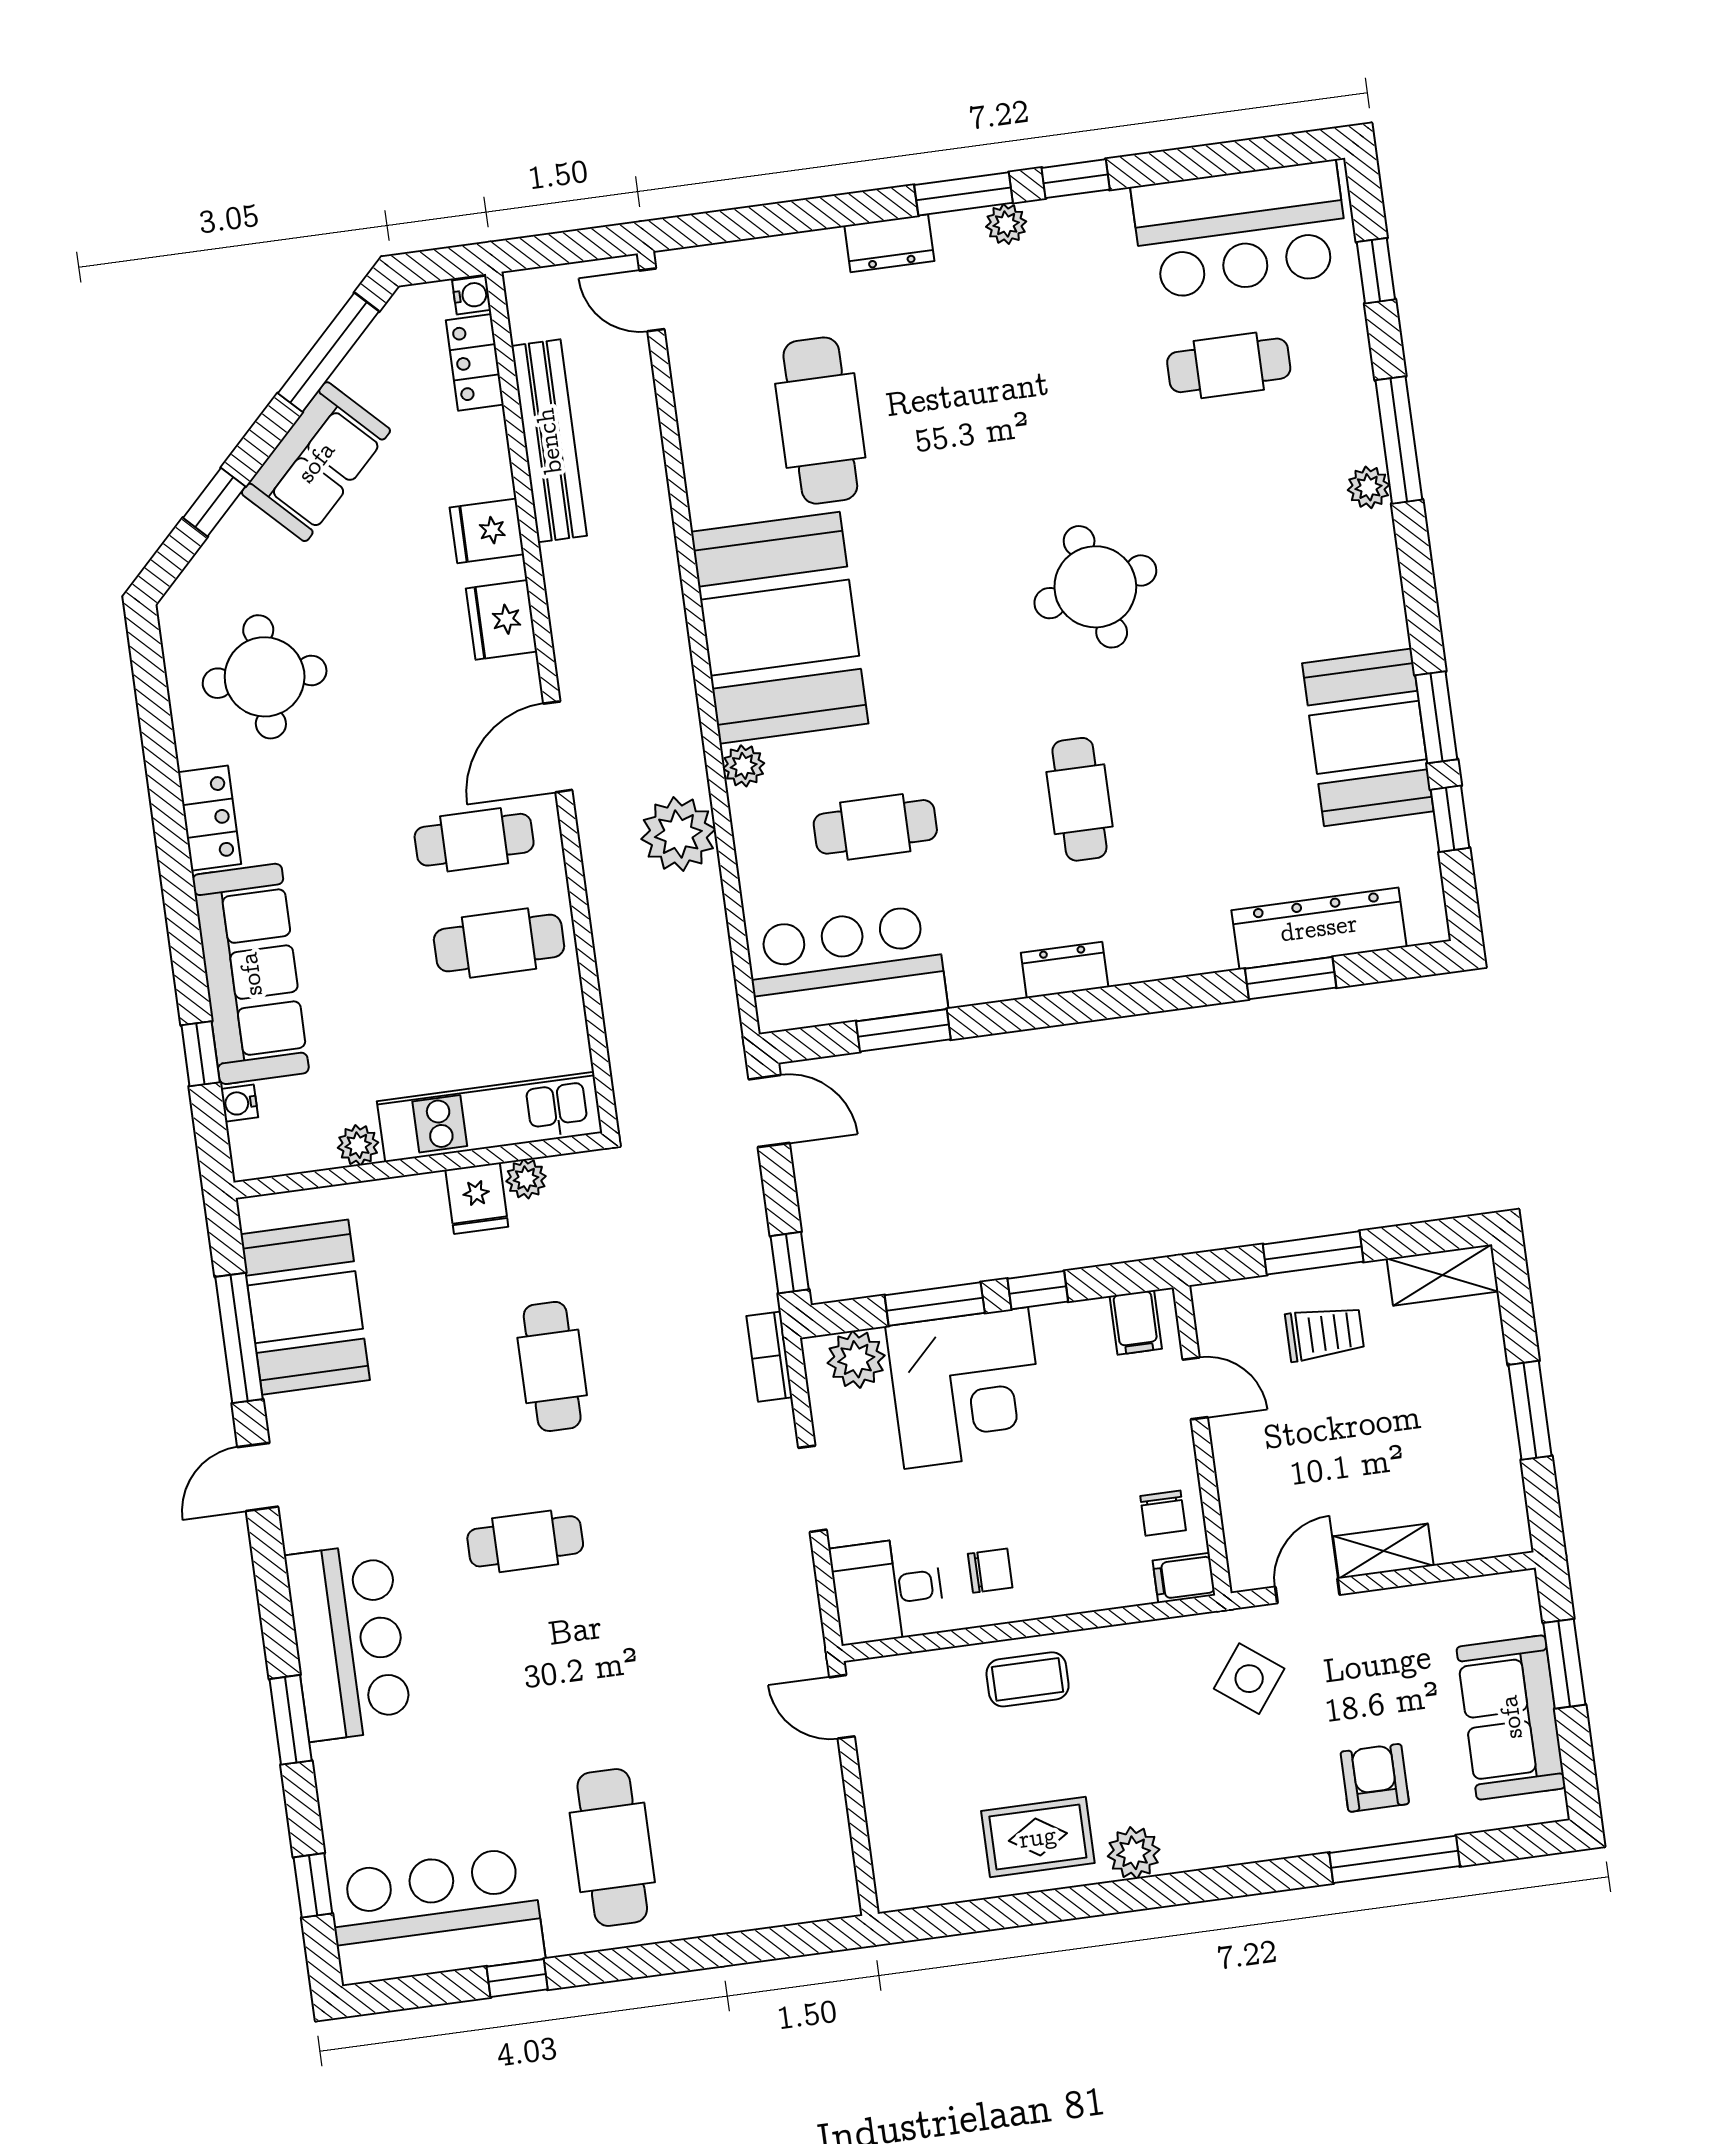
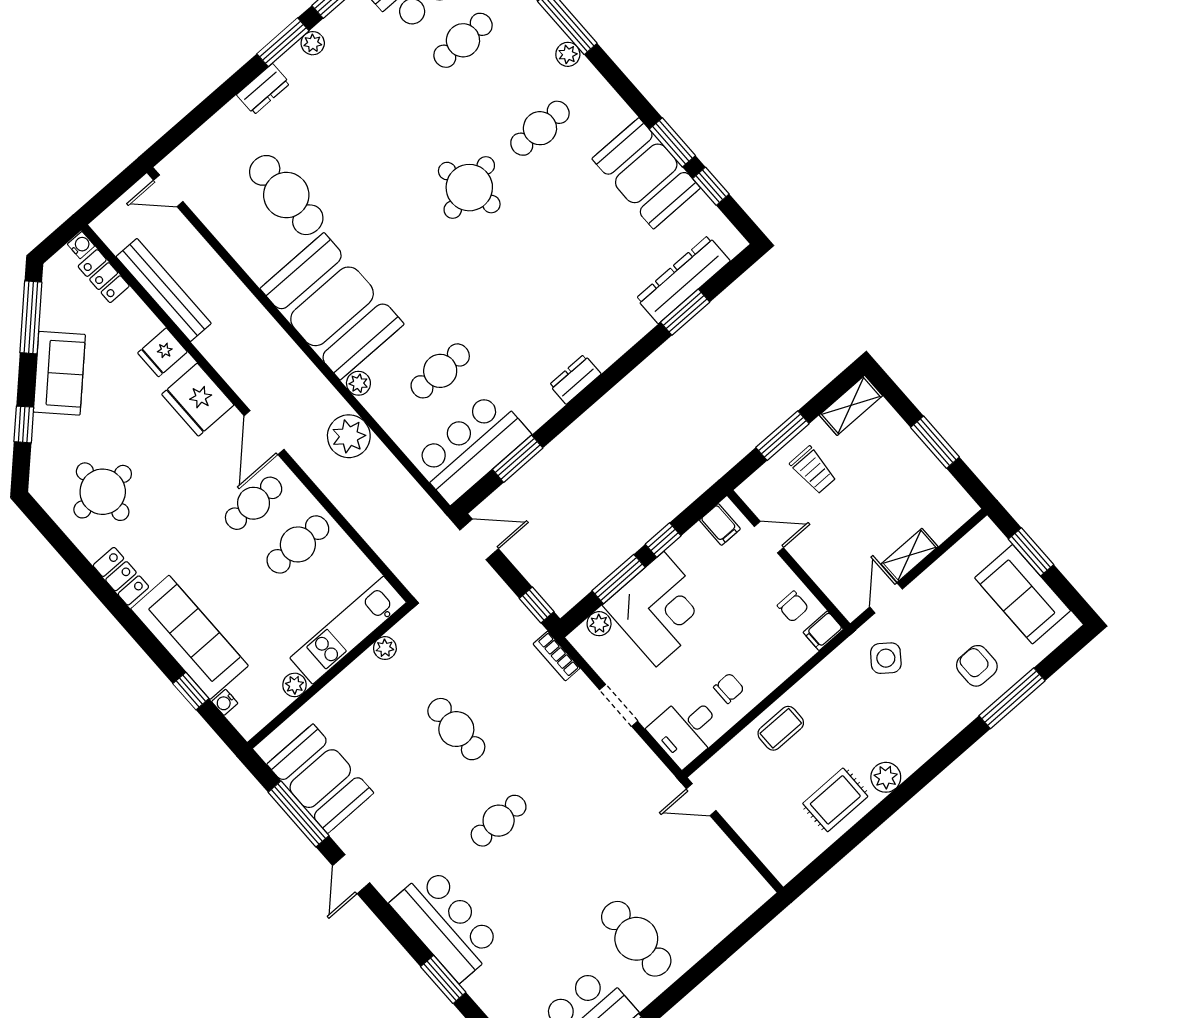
fridge: (502, 620) -> (198, 400), width x1.36, depth x1.34
cafe table: (1079, 799) -> (540, 128), moved, turned 90
fridge: (477, 1198) -> (368, 673), removed
trolley: (1325, 1333) -> (813, 470), turned 90
plant: (856, 1359) -> (599, 624), width x0.73, depth x0.73

